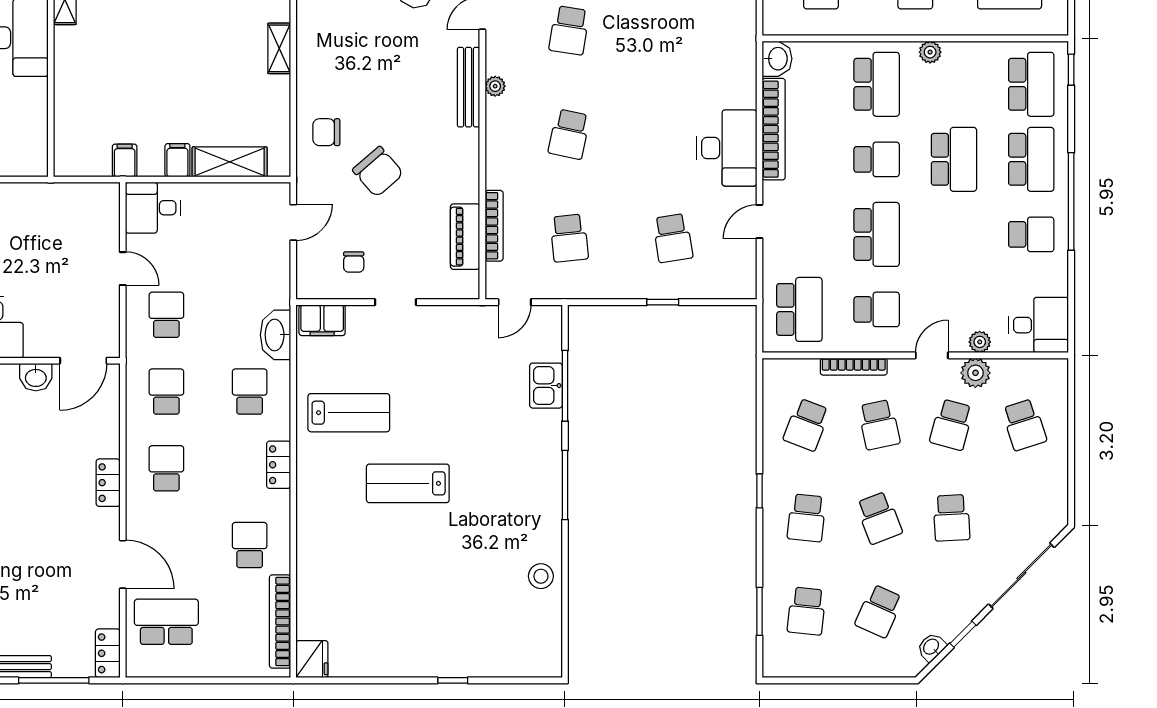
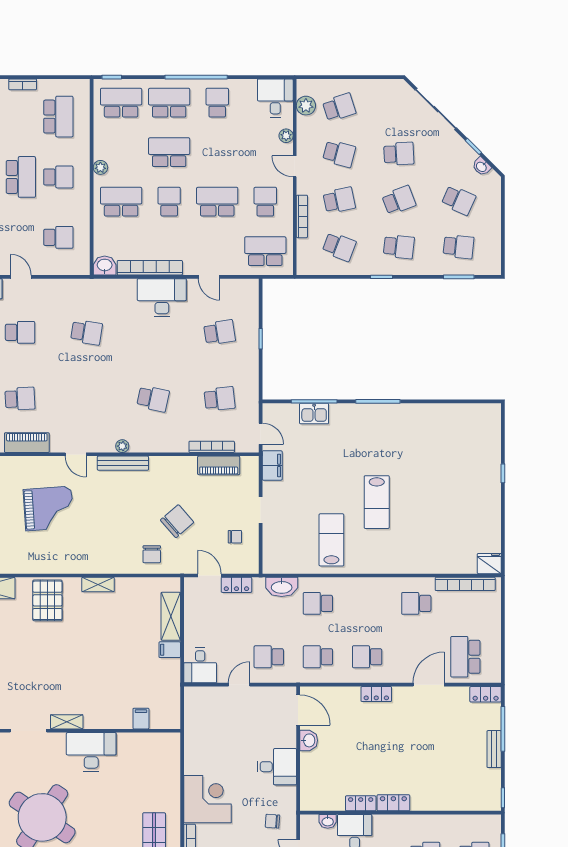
school desk: (569, 30) -> (87, 332), moved
filing cabinet: (125, 160) -> (141, 719), moved, turned 90
filing cabinet: (322, 320) -> (272, 465), moved
plant: (975, 373) -> (306, 106), moved
locker: (279, 465) -> (236, 585), moved
stool: (541, 576) -> (436, 417), removed

